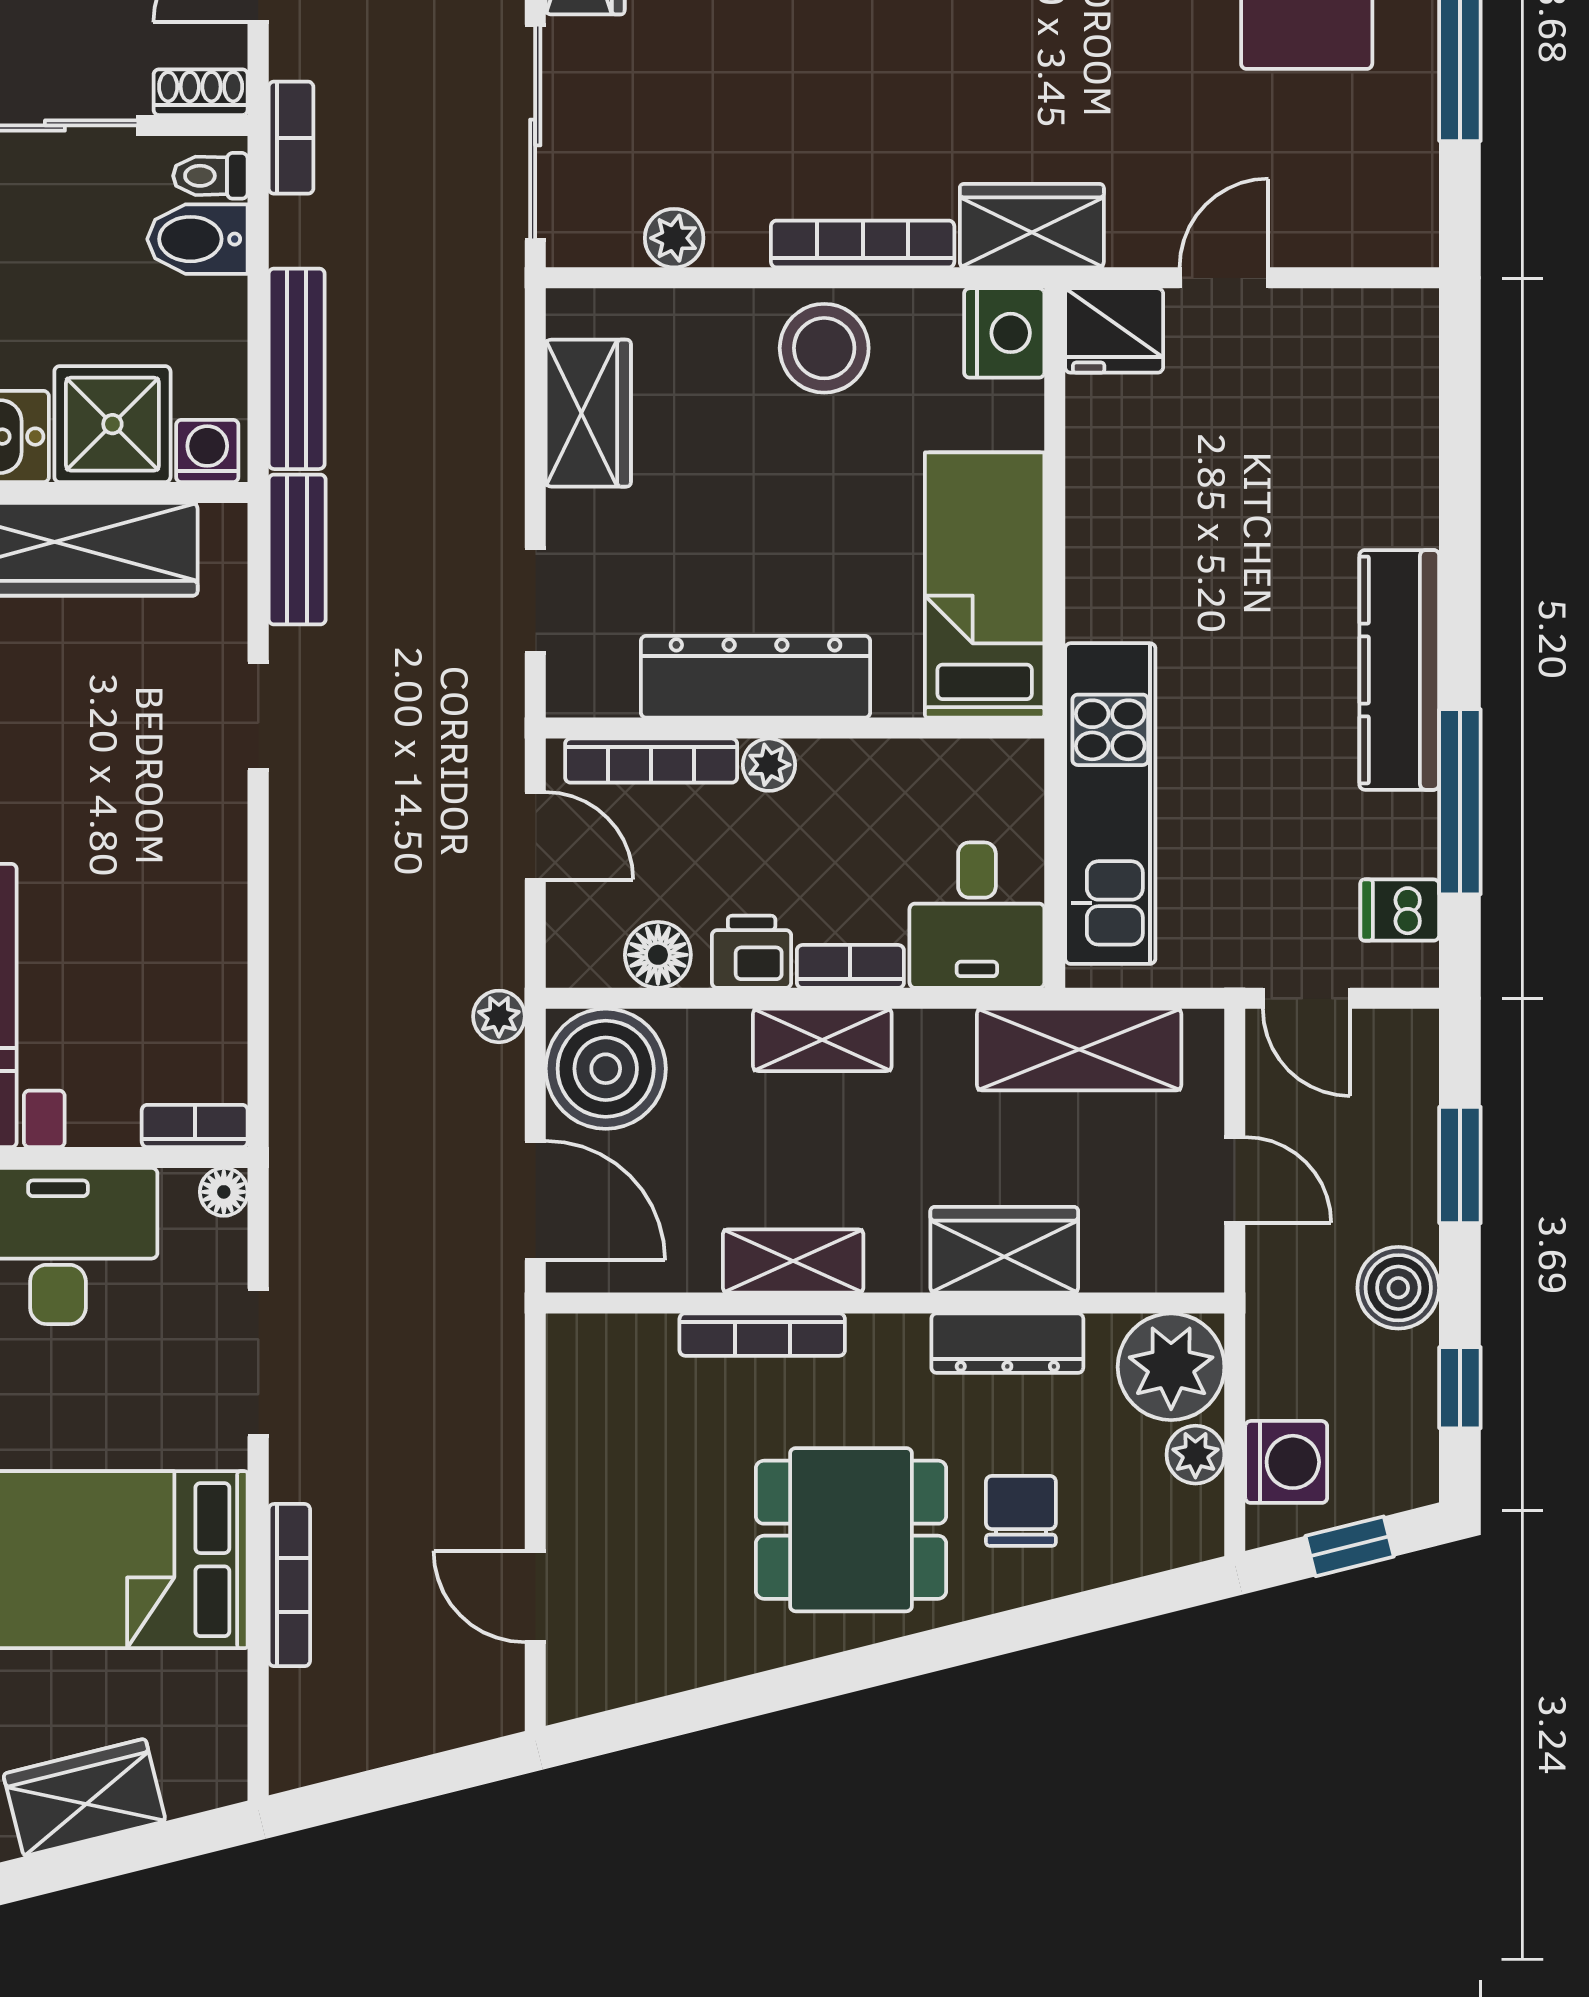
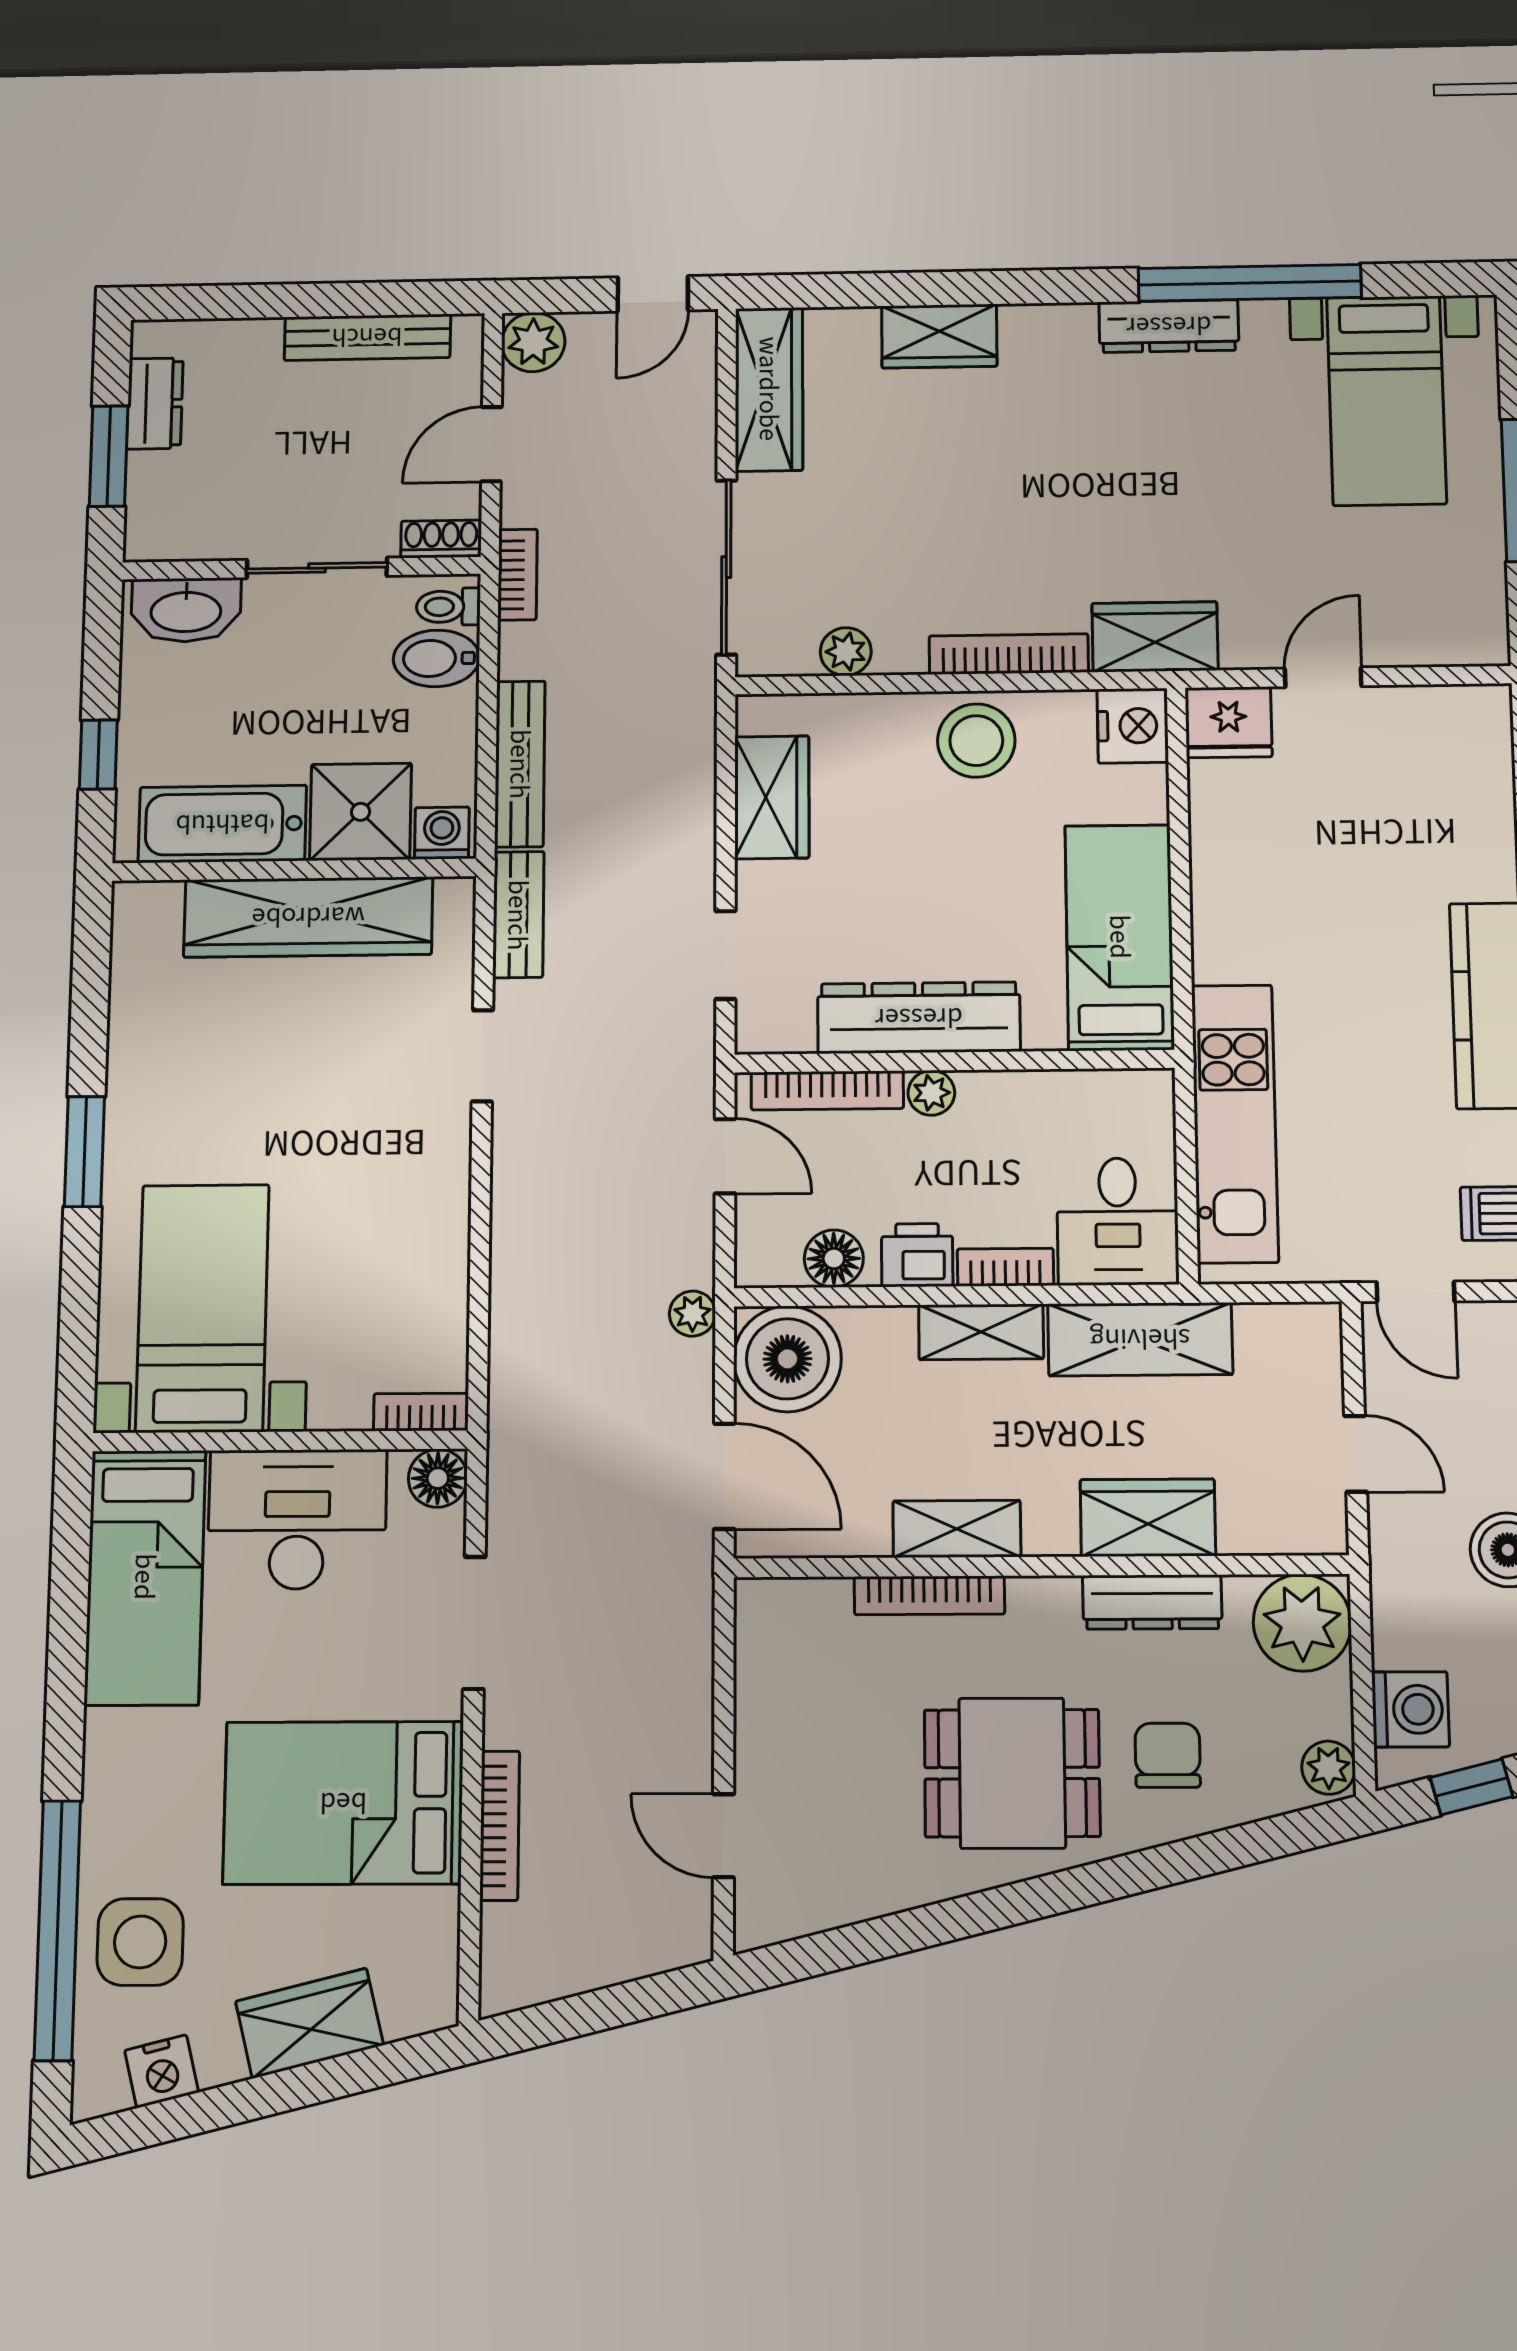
shelving: (1079, 1050) -> (1140, 1339), moved
floor lamp: (224, 1192) -> (438, 1478), width x1.37, depth x1.37
plant: (1195, 1455) -> (1329, 1768), moved

